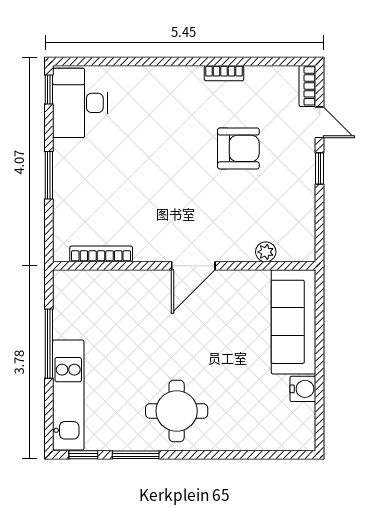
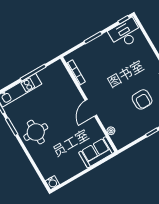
door: (193, 266) -> (91, 108), hinge flipped
sofa: (294, 322) -> (97, 152), width x0.73
water cooler: (303, 389) -> (52, 183), moved

